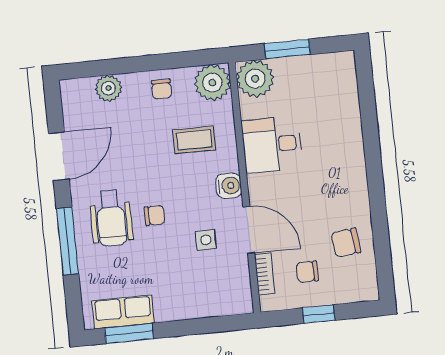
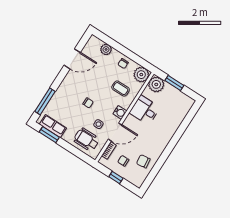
wheelchair: (111, 218) -> (87, 140), moved, turned 90
door: (249, 230) -> (115, 132), hinge flipped
window: (67, 241) -> (45, 101), moved

